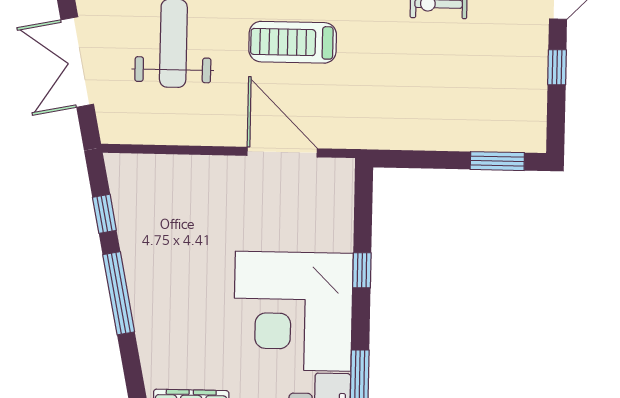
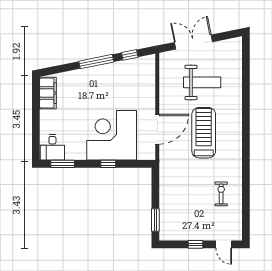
treadmill: (293, 42) -> (204, 133), width x1.37, depth x1.38
corner desk: (293, 311) -> (112, 135), moved

